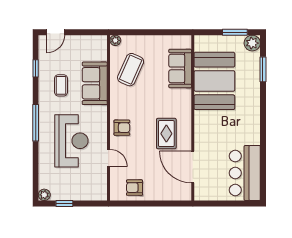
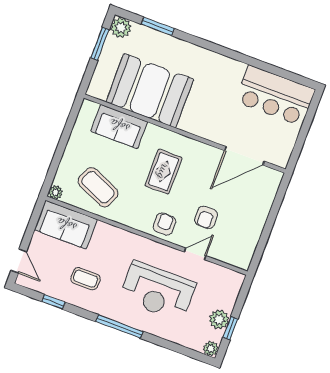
sofa: (95, 83) -> (66, 225), moved
rug: (166, 134) -> (164, 172), moved, turned 90
reception desk: (71, 141) -> (158, 291), turned 180
armchair: (134, 188) -> (206, 217), moved
plant: (68, 193) -> (219, 319), added

